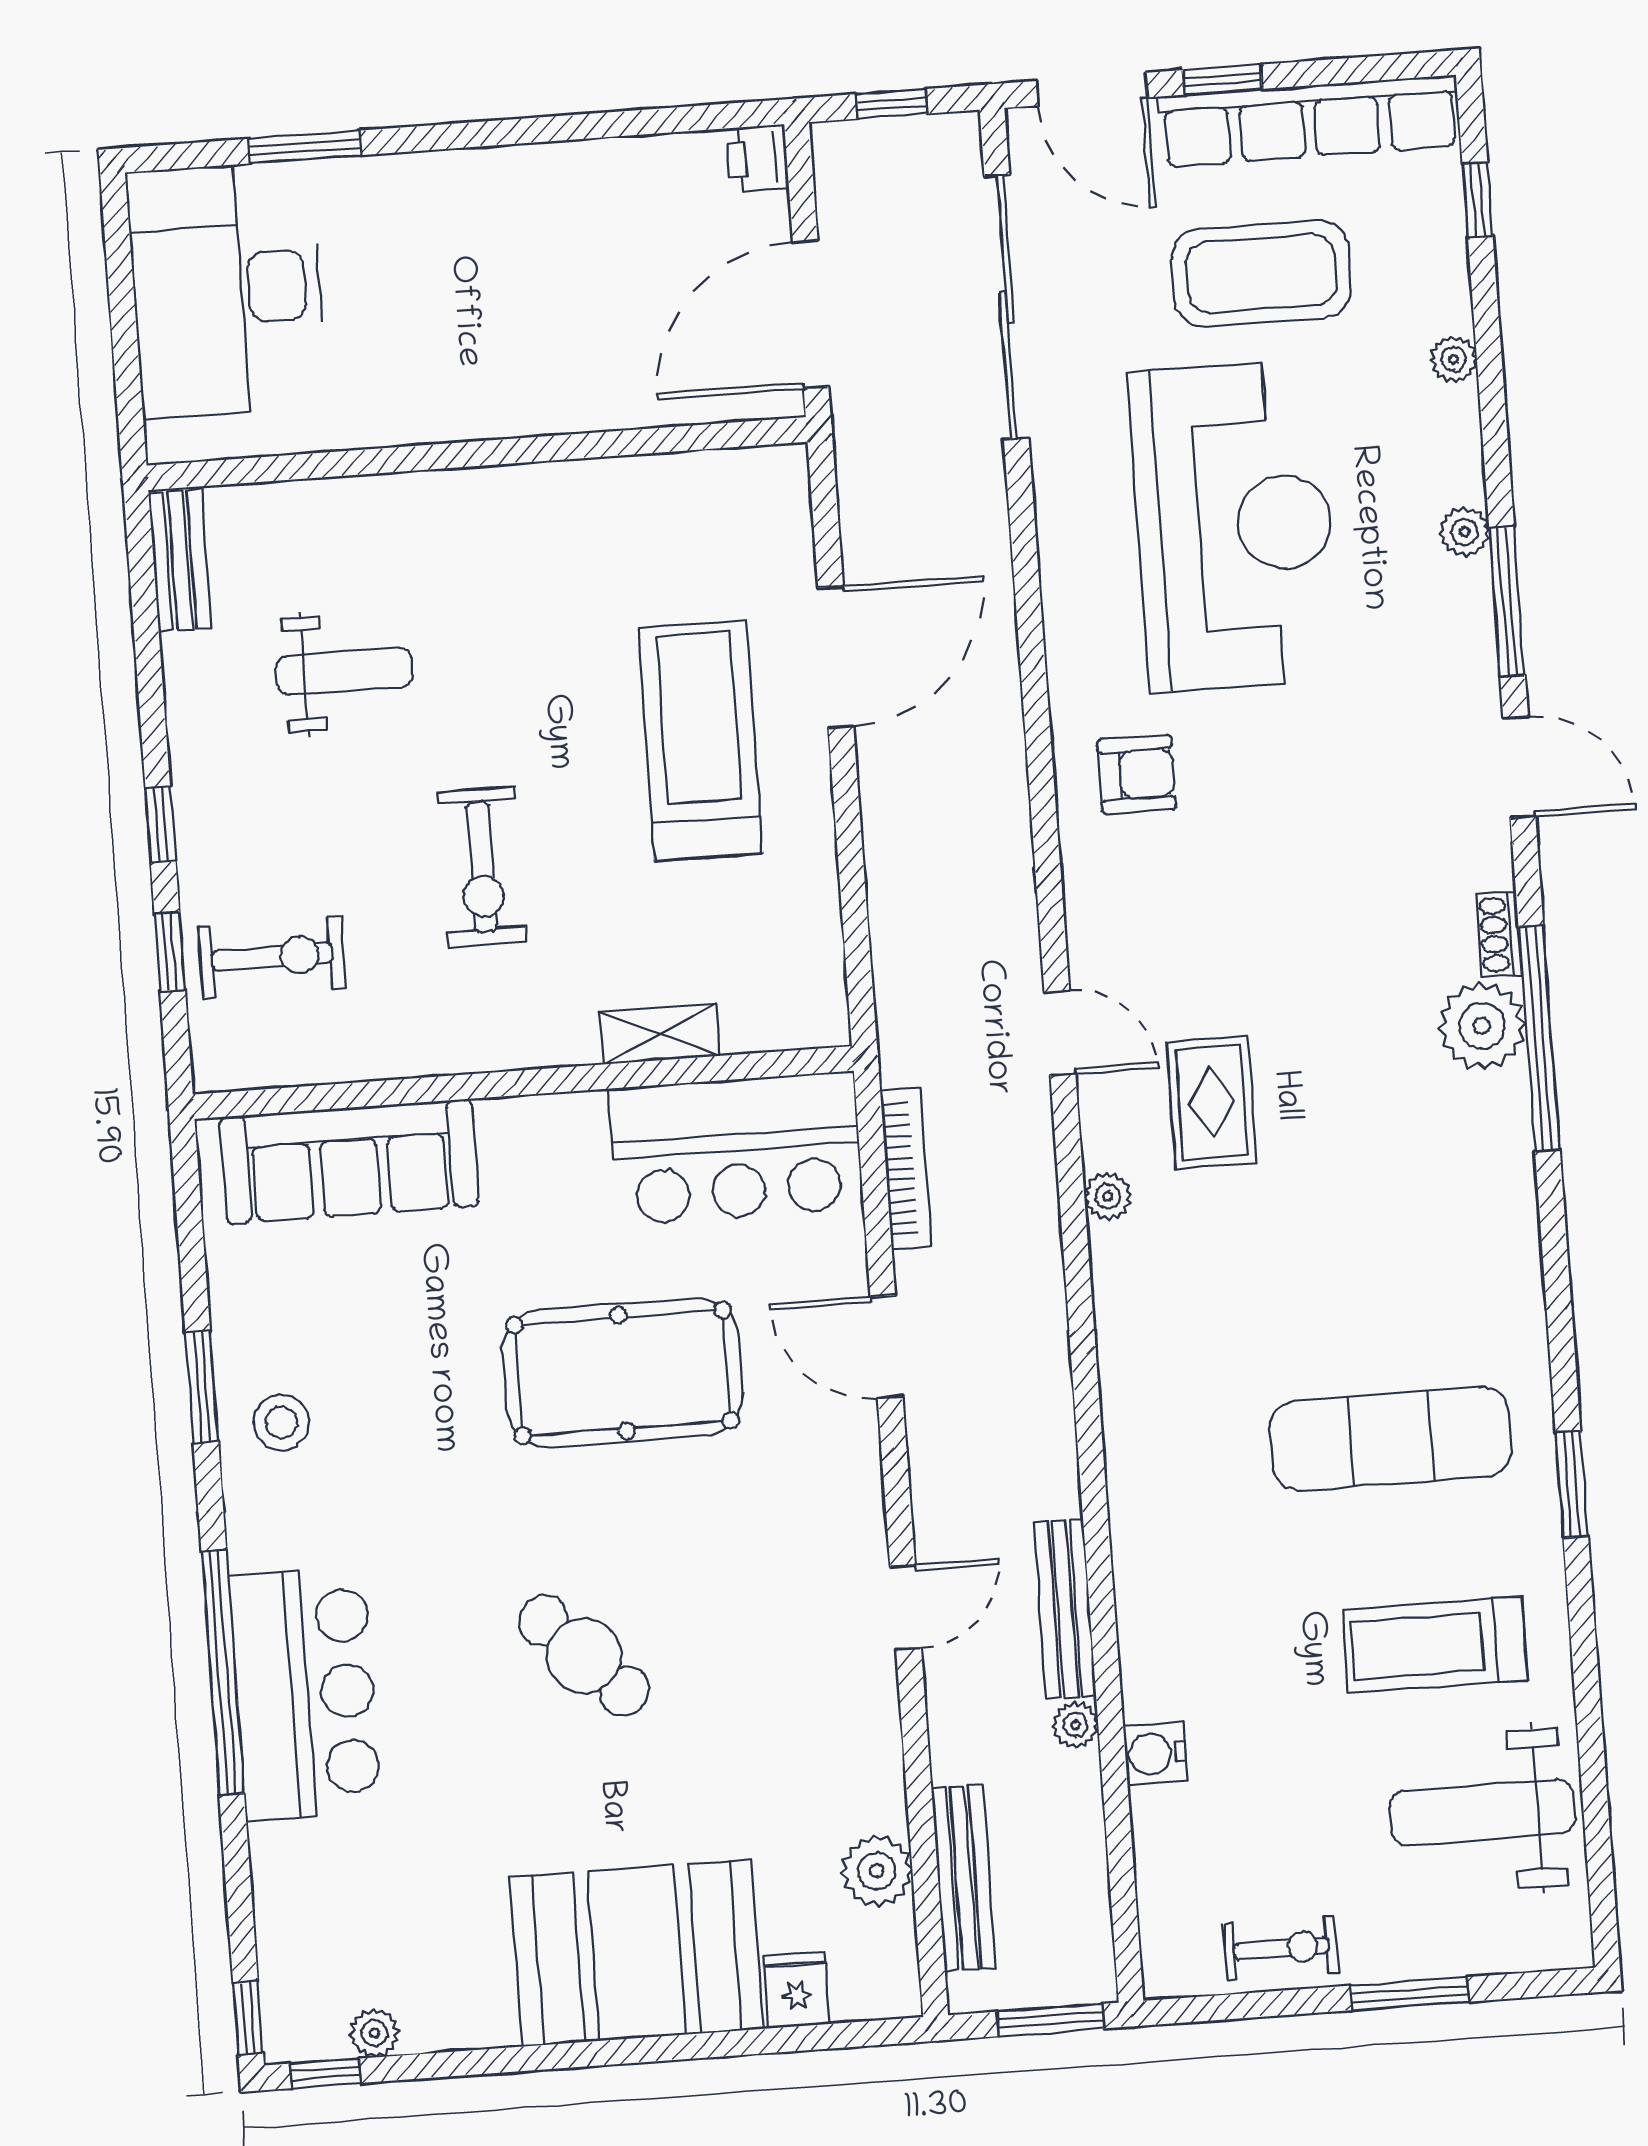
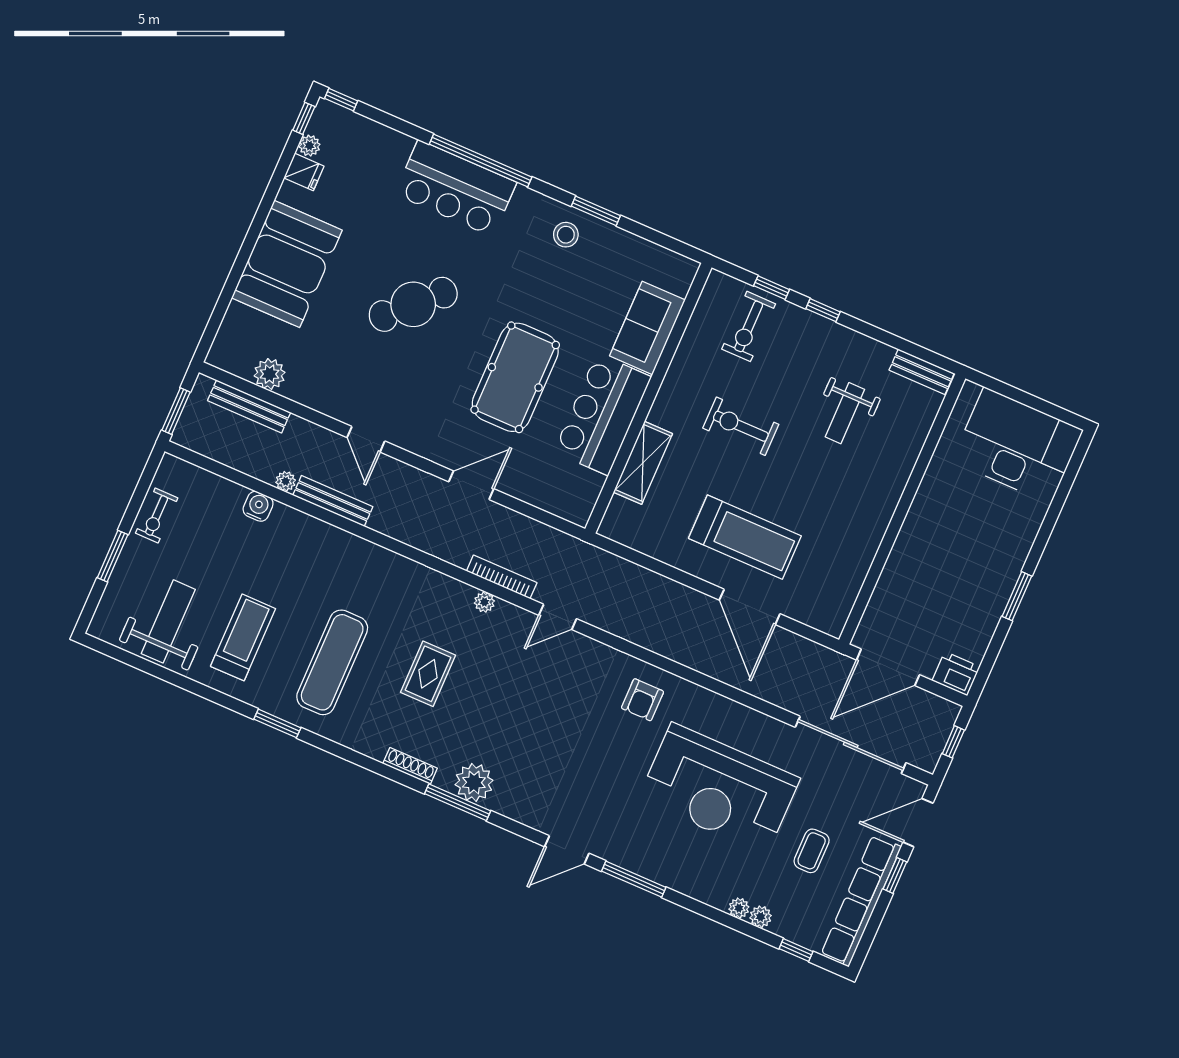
window: (305, 147) -> (1017, 596), moved
printer: (757, 158) -> (956, 674), width x1.36, depth x1.24
coffee table: (1261, 273) -> (812, 851), width x0.54, depth x0.58
door: (811, 314) -> (888, 667), swing flipped
plant: (1465, 532) -> (761, 917), moved
shoe rack: (1499, 934) -> (410, 766), moved, width x1.43
shelving: (660, 1034) -> (643, 463), width x1.50, depth x1.33
window: (1539, 1038) -> (458, 802), width x0.68
rug: (1212, 1103) -> (428, 674), moved, turned 90
bar counter: (736, 1148) -> (603, 414), moved
sofa: (349, 1162) -> (647, 328), width x0.73
bookcase: (906, 1168) -> (502, 577), moved, turned 180
cafe table: (584, 1656) -> (413, 304), width x1.37, depth x1.35
fridge: (797, 1990) -> (304, 172), moved

